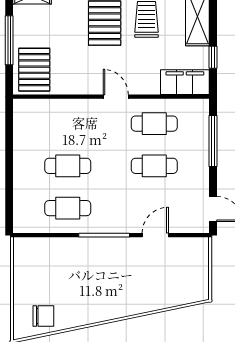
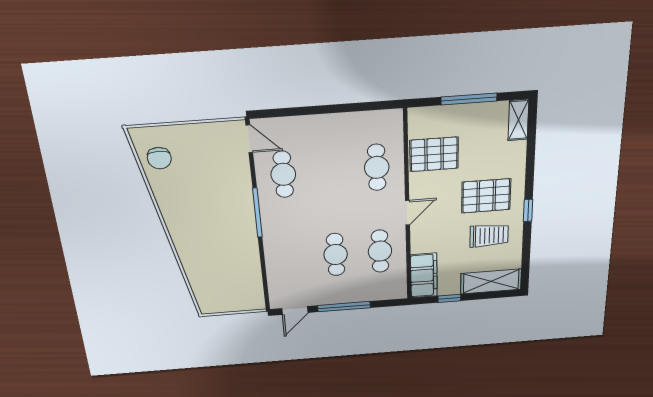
pallet: (34, 70) -> (434, 154), moved
window: (213, 141) -> (344, 307), moved
cafe table: (68, 166) -> (377, 167), moved
door: (155, 235) -> (249, 139), moved

